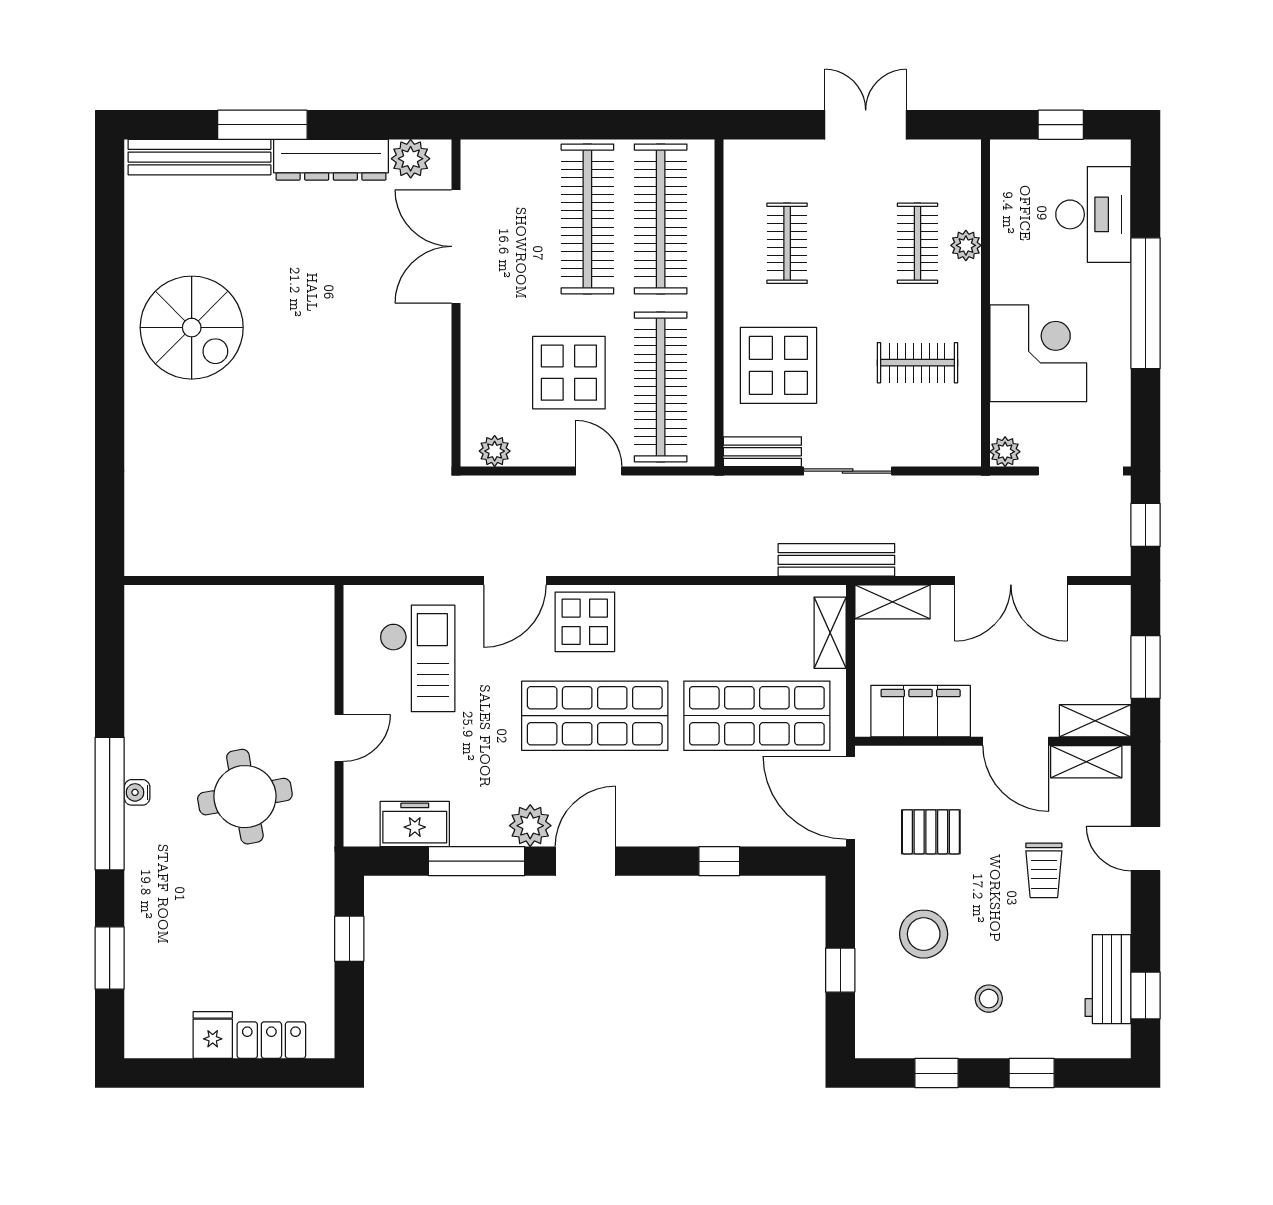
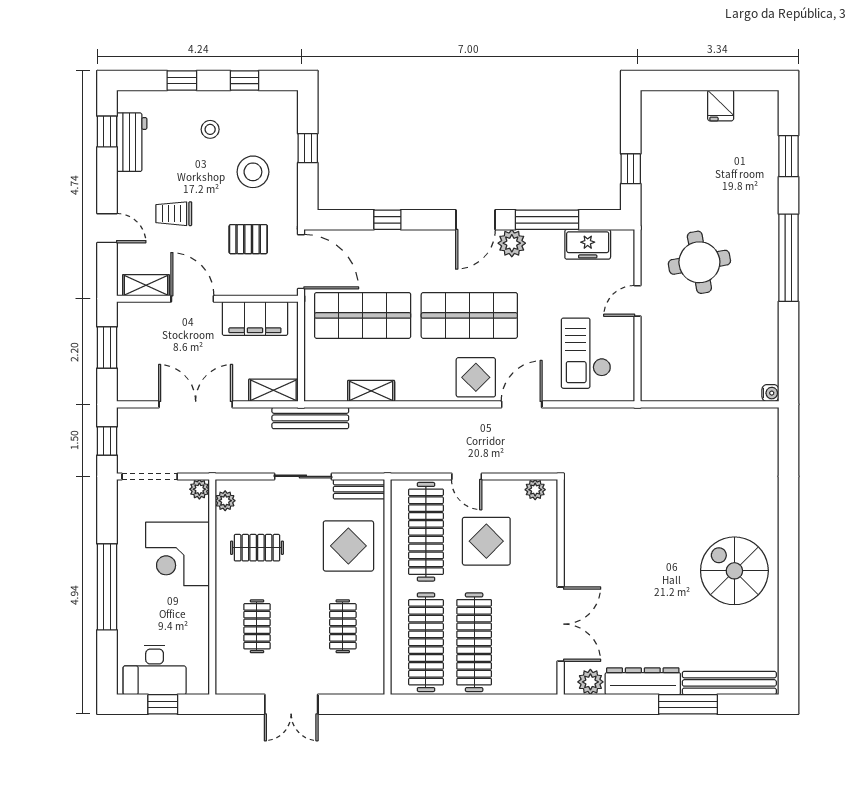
desk: (1093, 214) -> (155, 670), moved, turned -90
plant: (966, 245) -> (225, 501), moved
shelving: (830, 633) -> (371, 391), moved, turned 90
shelving: (1095, 721) -> (140, 312), removed
water cooler: (137, 792) -> (770, 393), moved
trolley: (1044, 870) -> (174, 214), turned -90
locker: (271, 1040) -> (682, 102), removed

